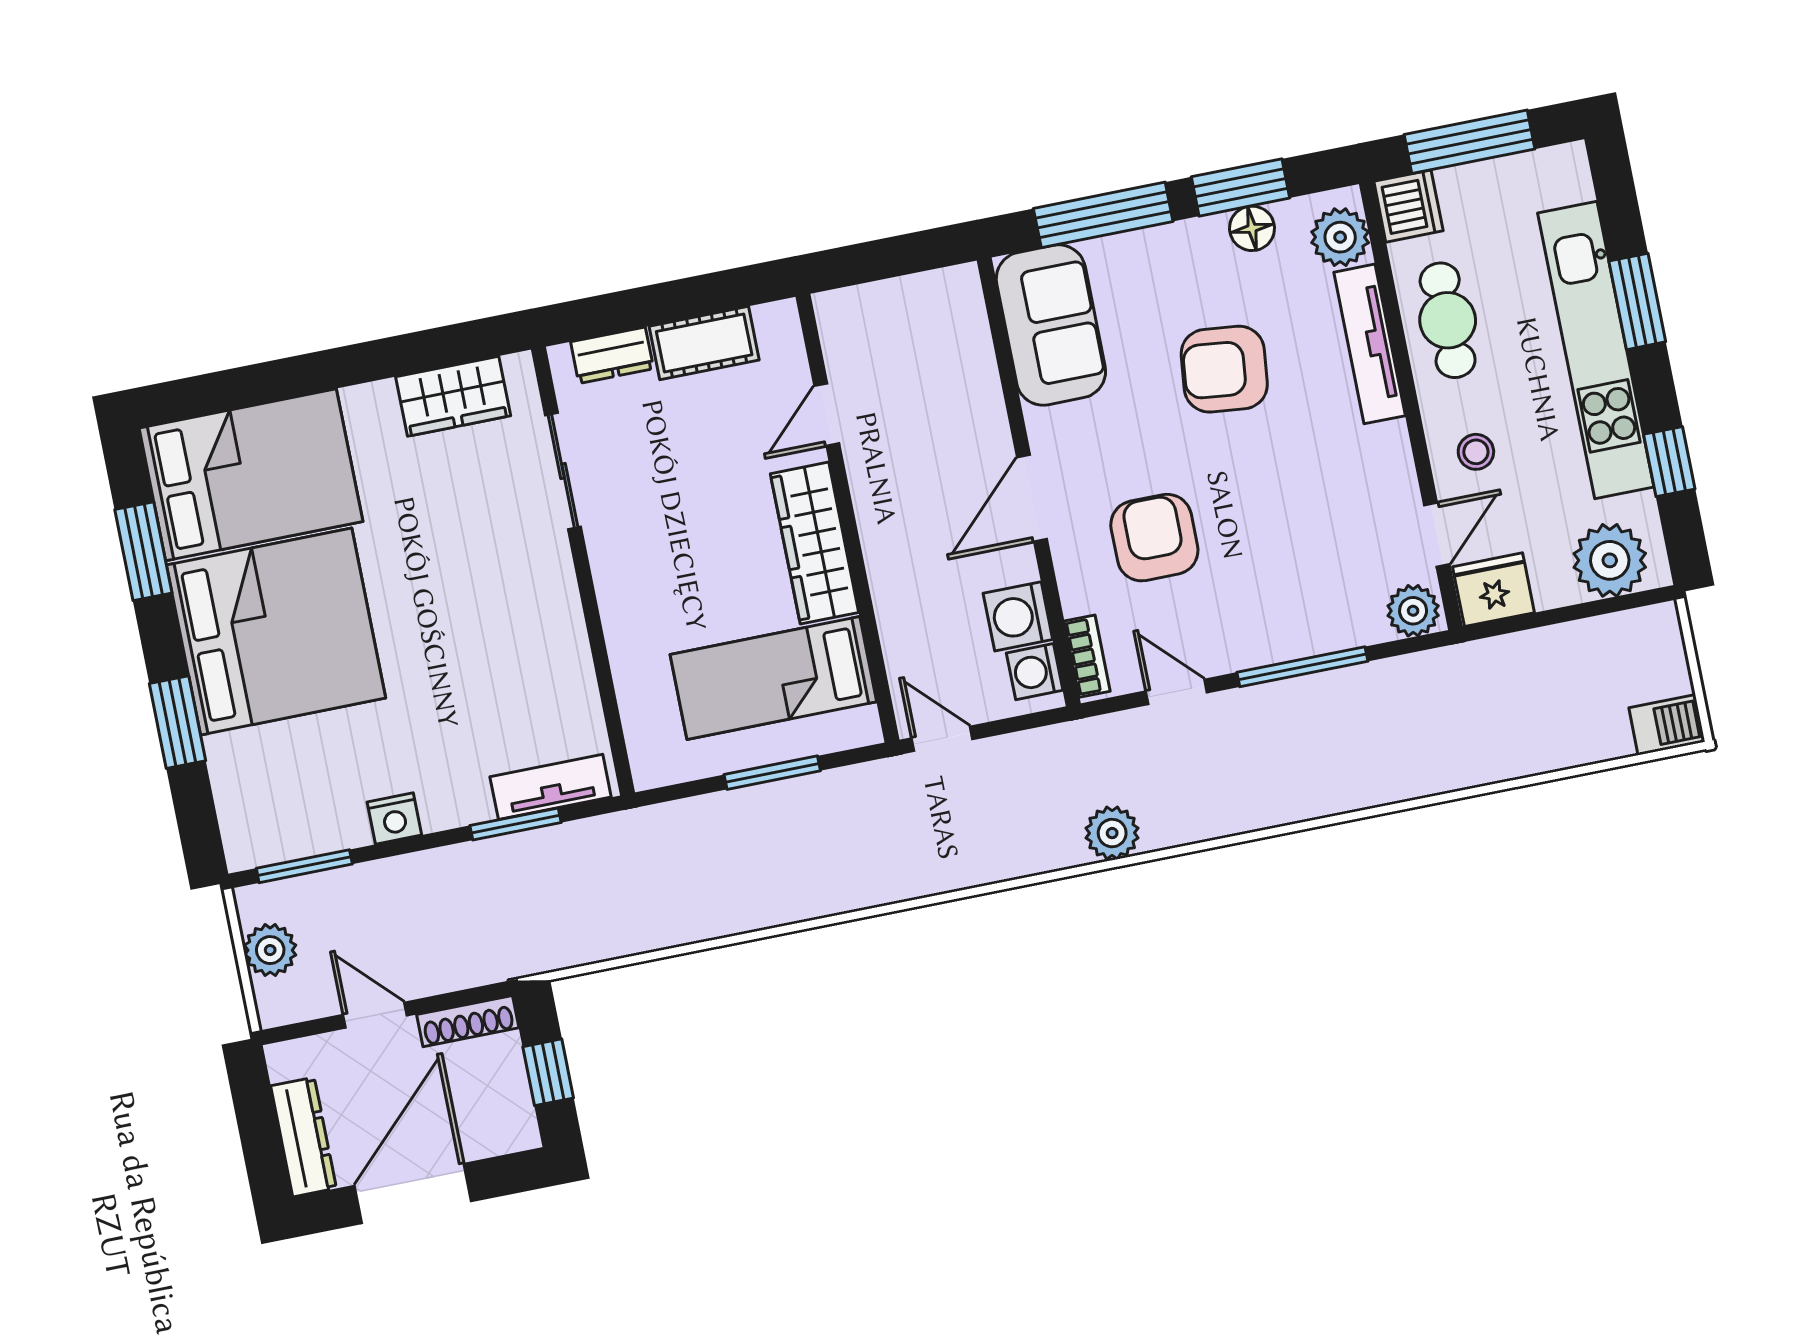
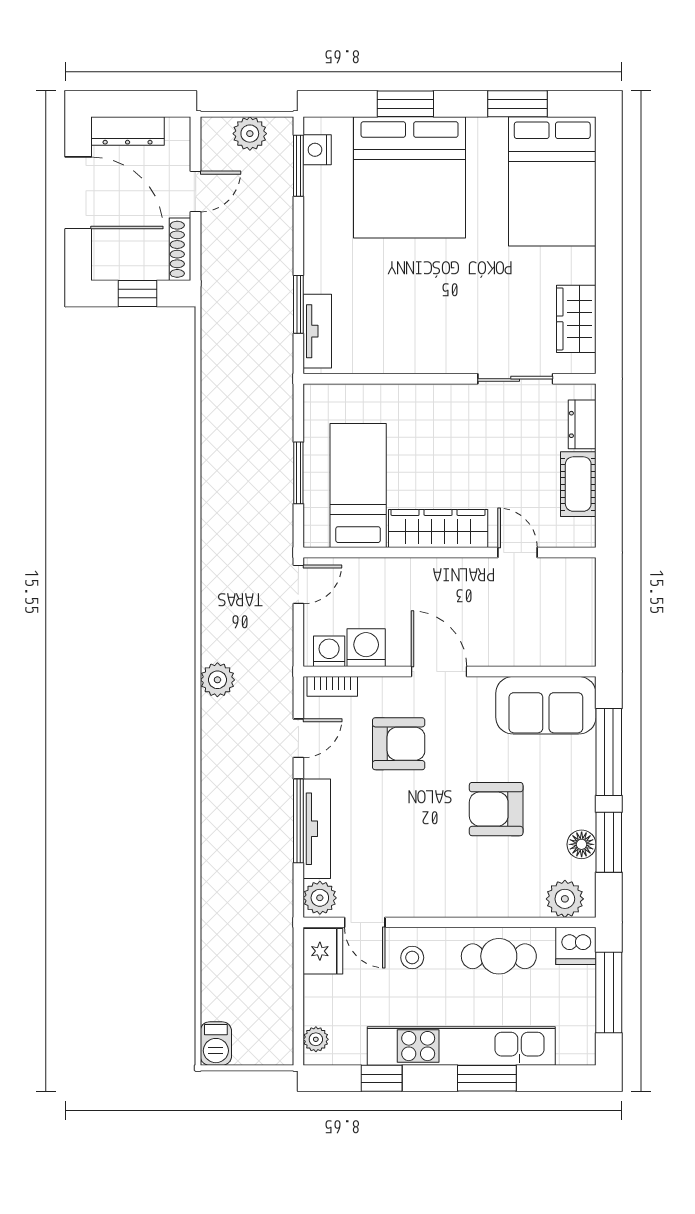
tv unit: (1370, 344) -> (317, 829), moved, turned 90
armchair: (1224, 369) -> (496, 809), turned -96
plant: (1610, 560) -> (316, 1039), width x0.53, depth x0.53
bed: (276, 632) -> (410, 177), moved
nightstand: (394, 818) -> (317, 150), moved

